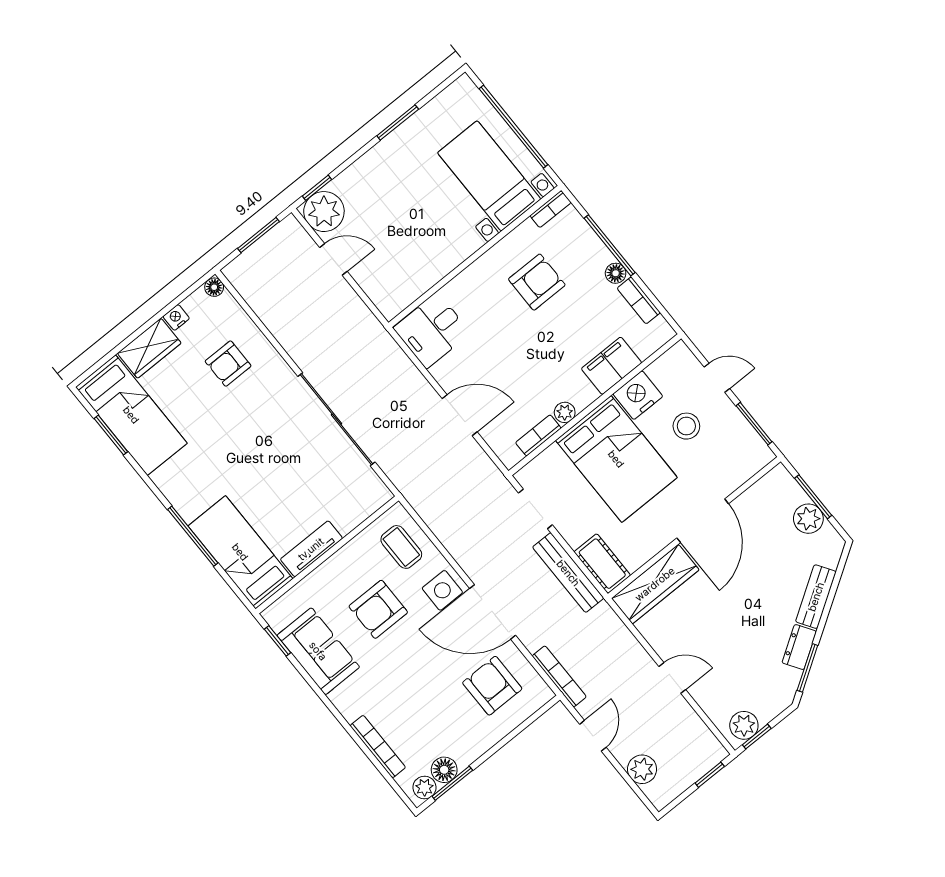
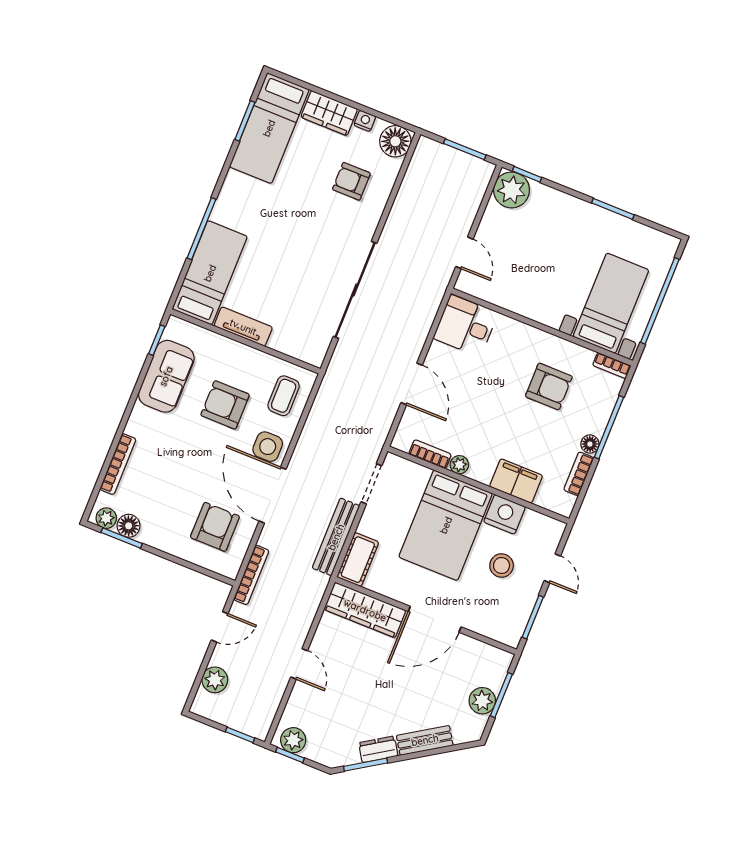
door: (333, 259) -> (464, 253), moved
floor lamp: (214, 287) -> (395, 141), width x1.89, depth x1.89

